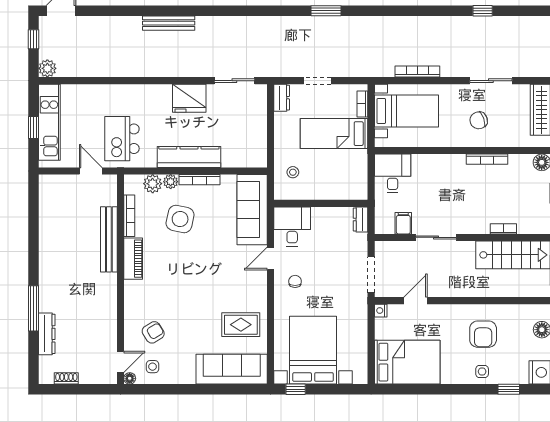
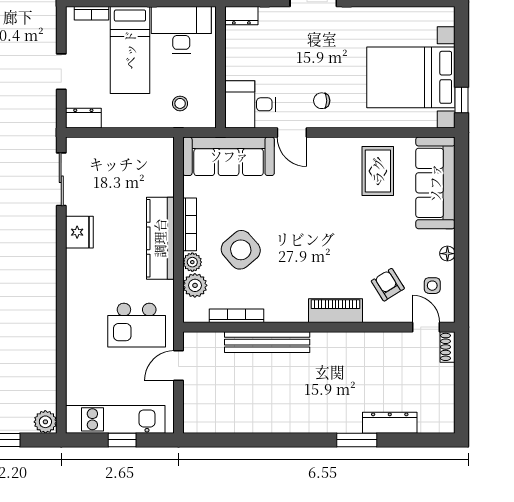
fridge: (189, 98) -> (79, 232), width x0.73, depth x0.75
desk: (350, 173) -> (181, 30), added
side table: (180, 219) -> (241, 250), turned 37
piano: (133, 259) -> (336, 311), moved
window: (33, 308) -> (357, 440), width x0.69
shoe rack: (66, 378) -> (447, 347), moved
floor lamp: (130, 378) -> (447, 254), moved

